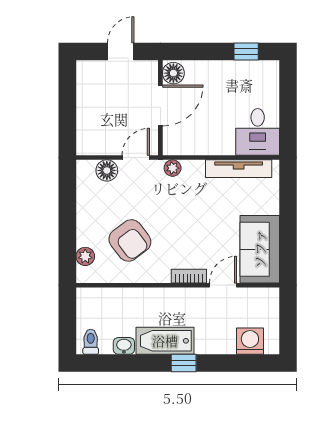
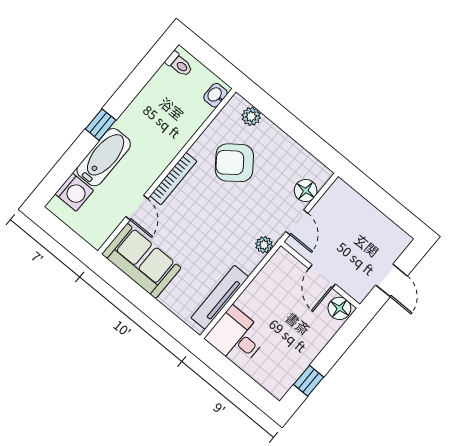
door: (160, 106) -> (322, 276), width x0.73
bookcase: (189, 276) -> (173, 179), width x1.56
bathtub: (165, 341) -> (104, 157), moved
washbasin: (124, 346) -> (216, 95), moved, turned 180

